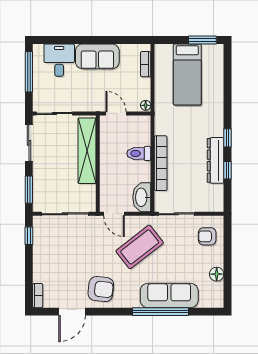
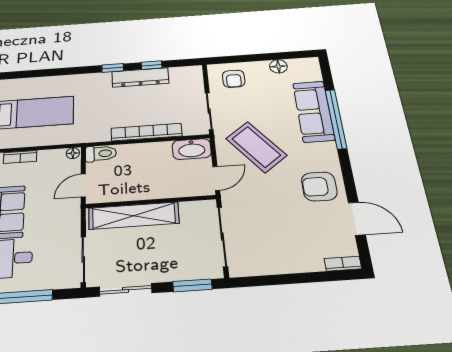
toilet: (139, 153) -> (101, 154), moved, turned -90
window: (29, 236) -> (259, 281), removed
armchair: (101, 289) -> (319, 186), turned -96

